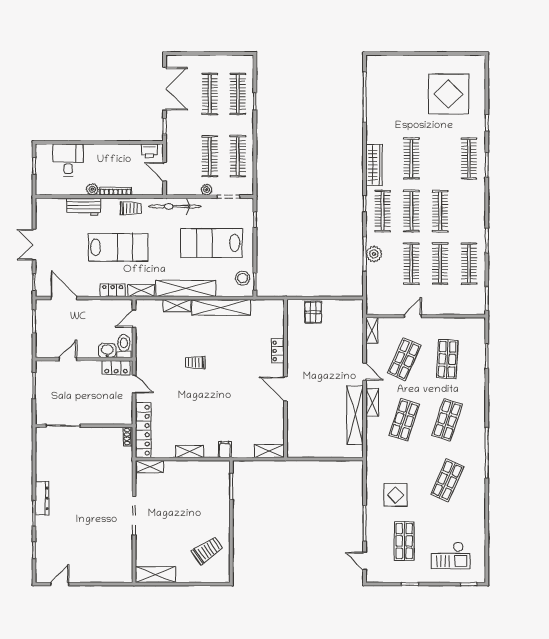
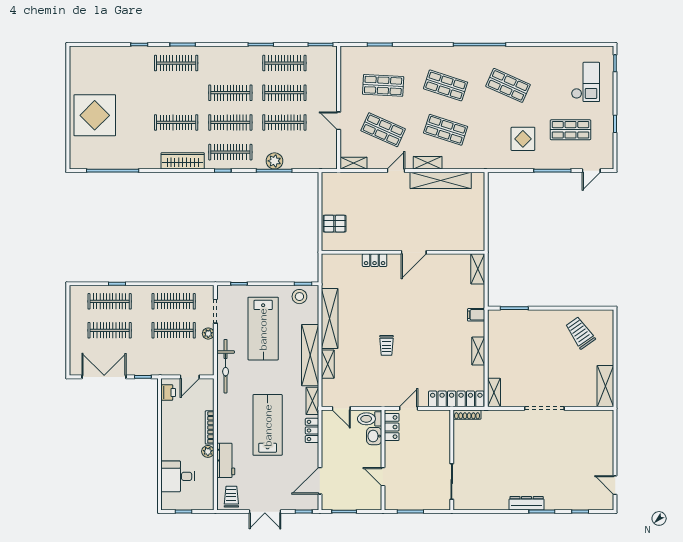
display table: (448, 94) -> (95, 115), moved
trolley: (131, 208) -> (231, 497), moved
shoe rack: (128, 437) -> (467, 415), width x1.43

